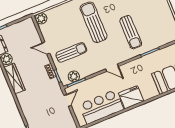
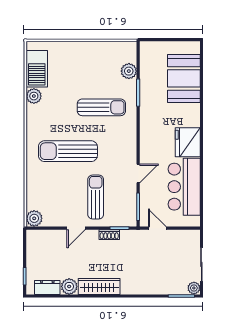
door: (112, 68) -> (138, 174), moved
plant: (74, 76) -> (129, 71), moved

